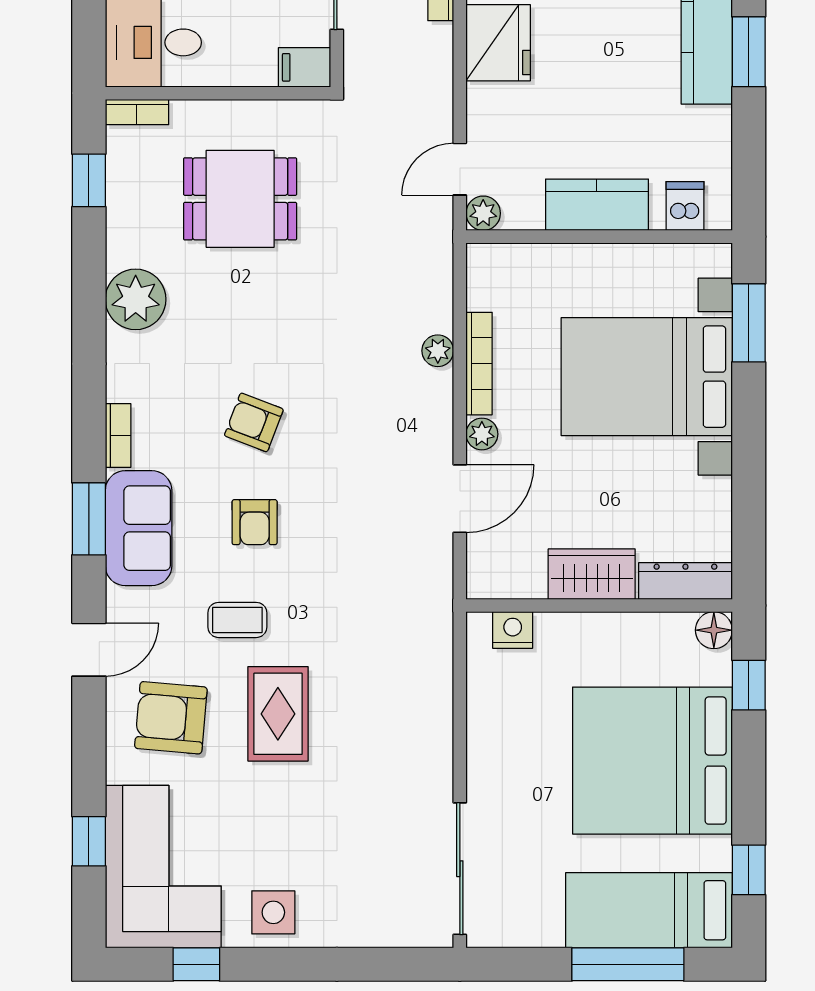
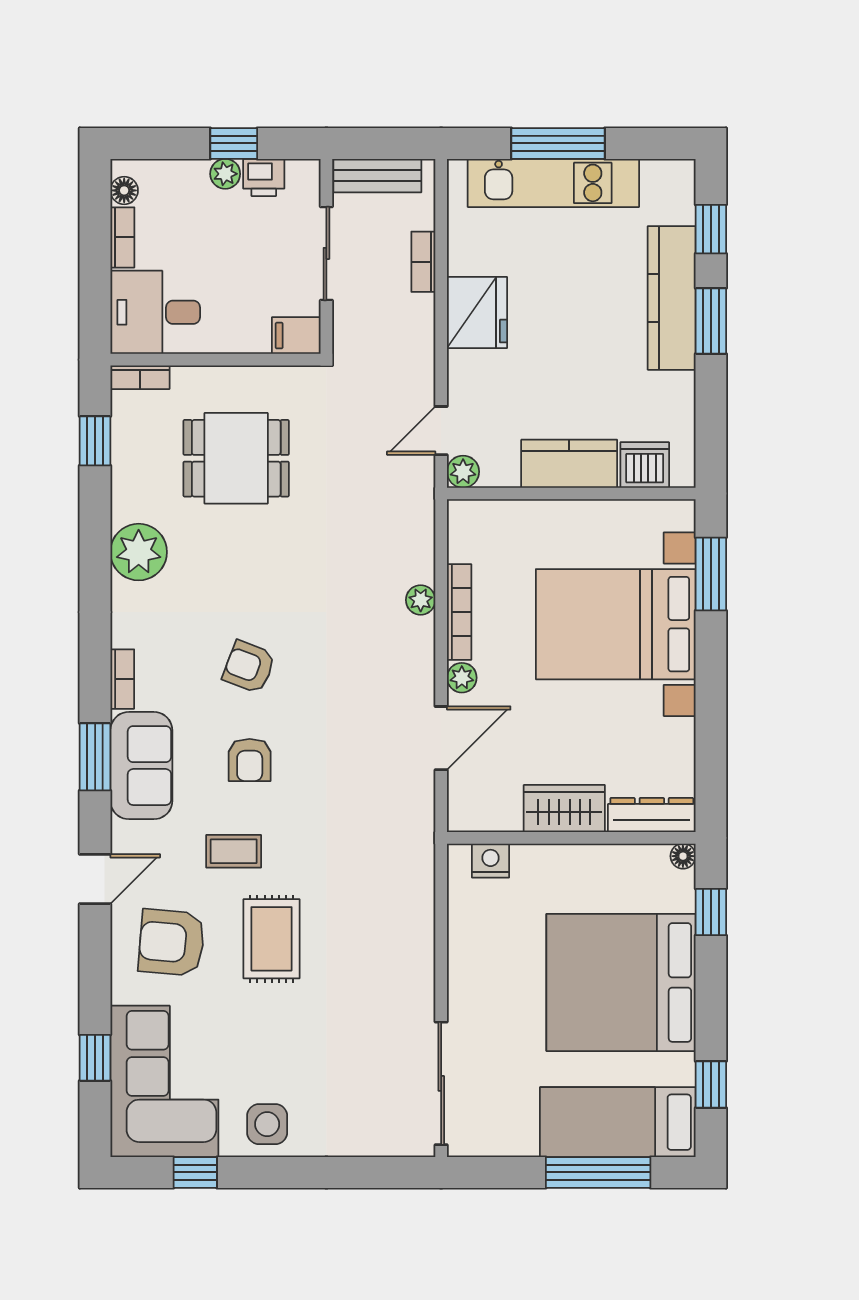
dishwasher: (685, 206) -> (645, 465), width x1.38
floor lamp: (714, 630) -> (683, 856), width x0.73, depth x0.73

